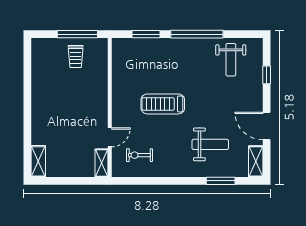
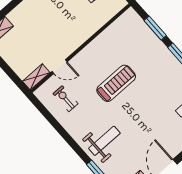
treadmill: (163, 104) -> (116, 83), turned 90
weight bench: (210, 144) -> (104, 141), moved, turned -90

